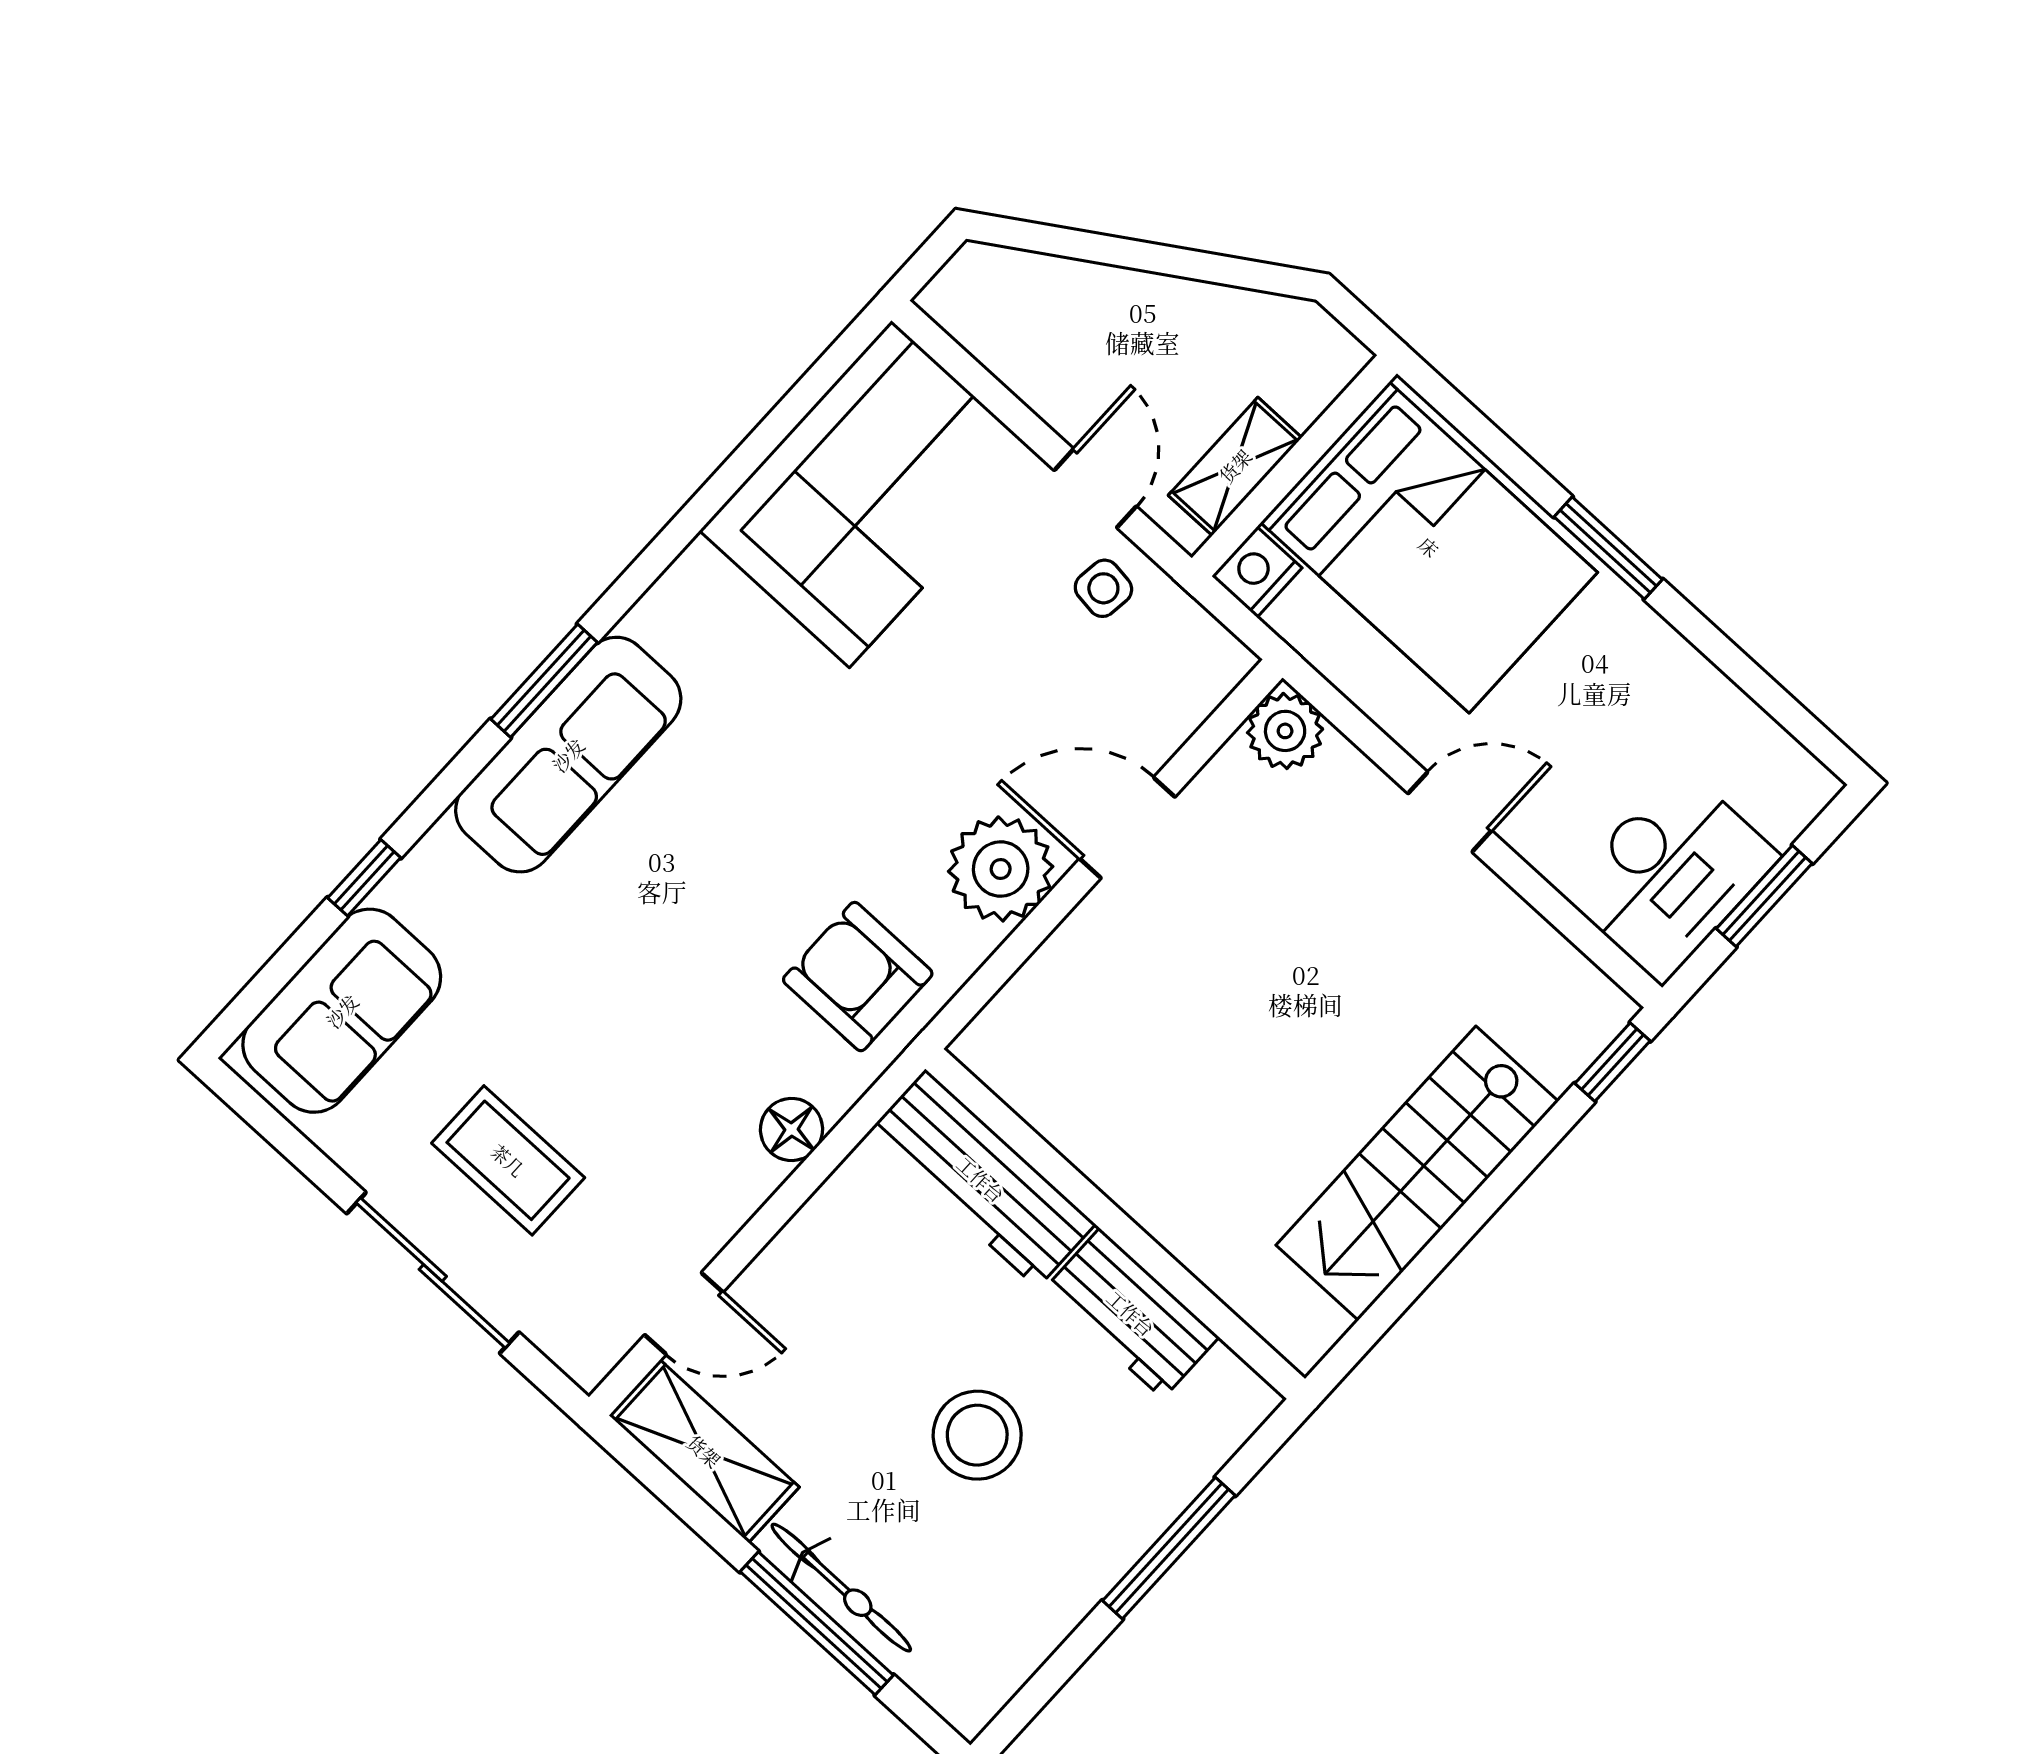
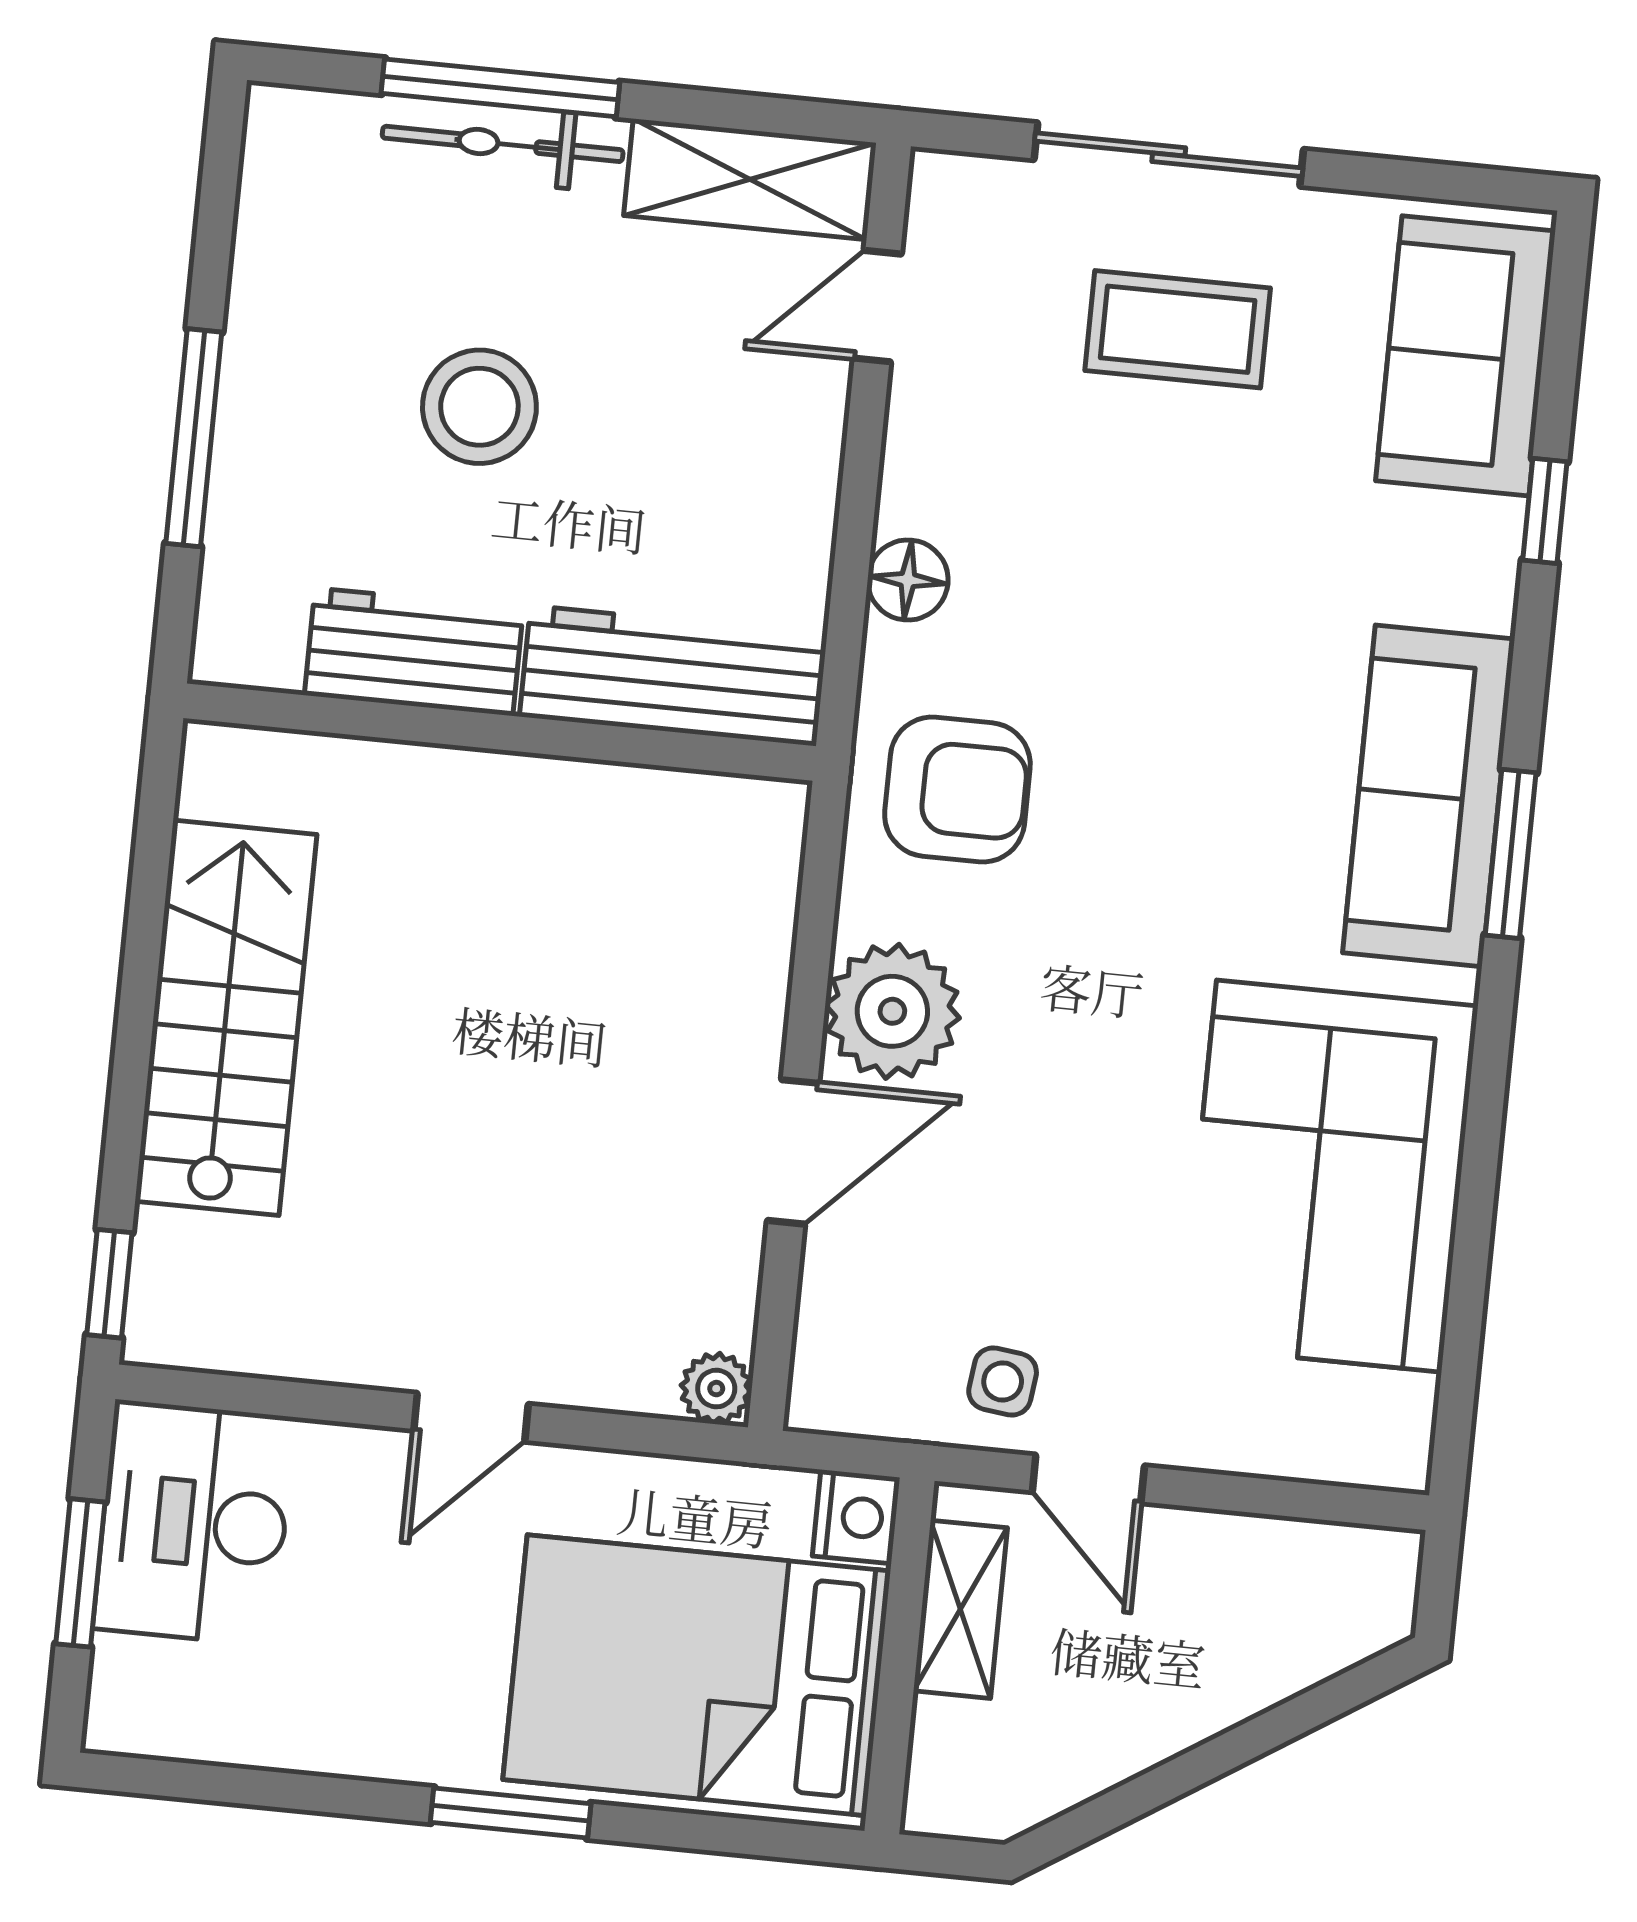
corner sofa: (870, 494) -> (1329, 1176), moved
plant: (1285, 731) -> (716, 1389), width x0.73, depth x0.73

